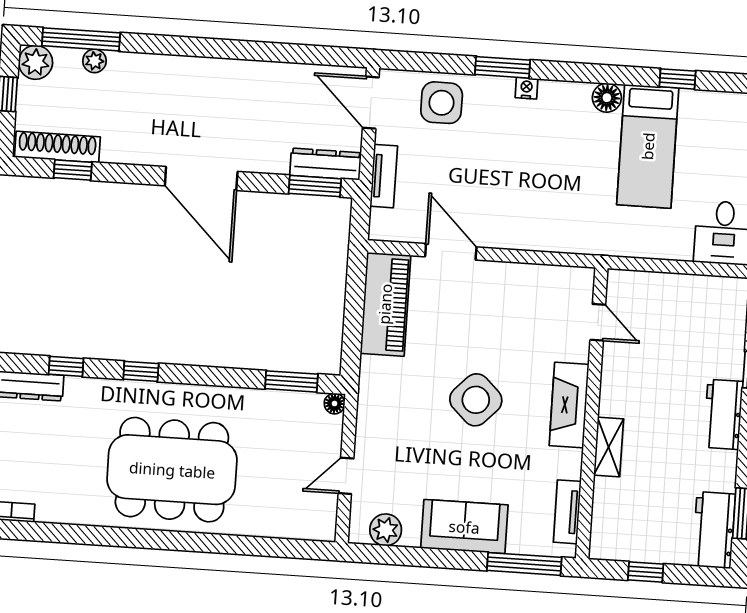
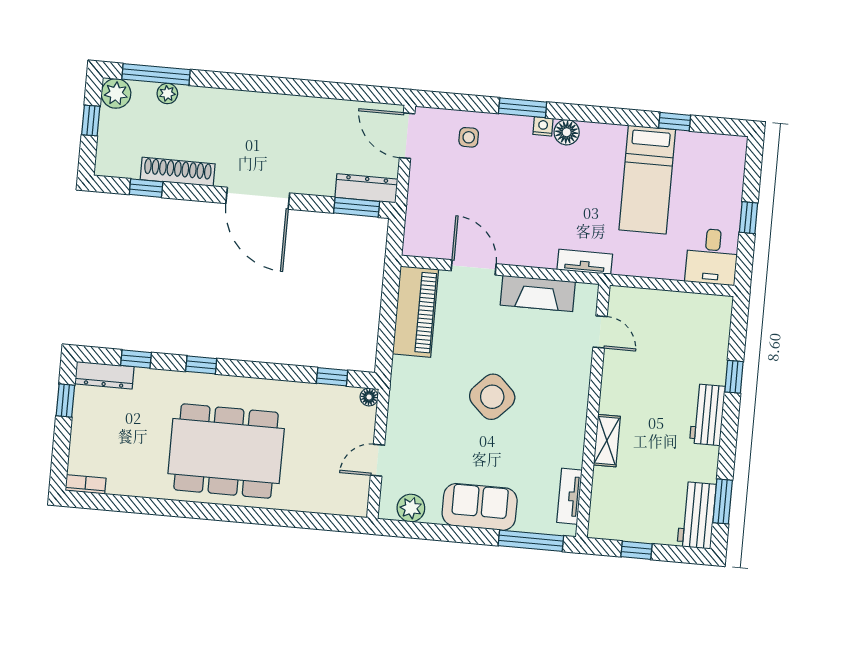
floor lamp: (607, 98) -> (567, 132), moved
side table: (442, 103) -> (469, 137), width x0.54, depth x0.54
shoe rack: (57, 147) -> (178, 172), moved
tv unit: (384, 176) -> (585, 262), moved, turned -90
window: (291, 381) -> (332, 377), width x0.67
fireplace: (569, 405) -> (538, 293), moved, turned -90

